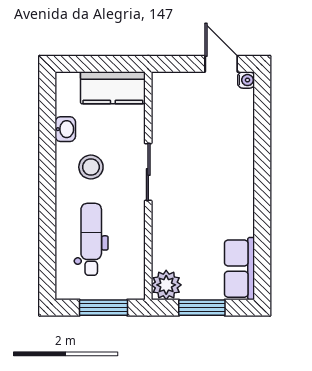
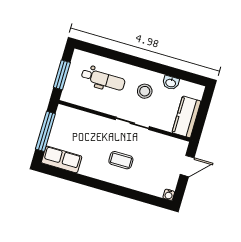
door: (221, 64) -> (187, 166), moved
coffee table: (213, 173) -> (121, 160), added
plant: (166, 285) -> (64, 115), removed
window: (202, 308) -> (45, 131), width x1.44

